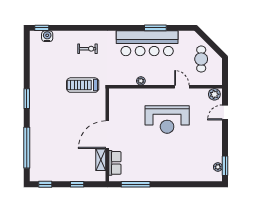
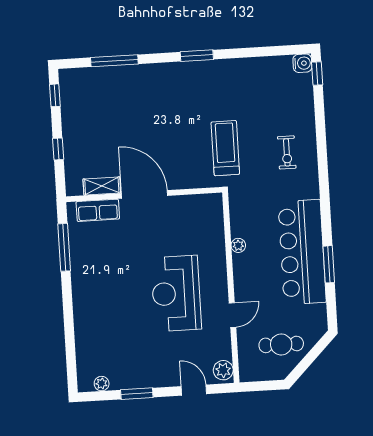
water cooler: (47, 36) -> (302, 63), moved
window: (27, 148) -> (114, 61), width x0.68
window: (225, 166) -> (137, 394), moved

